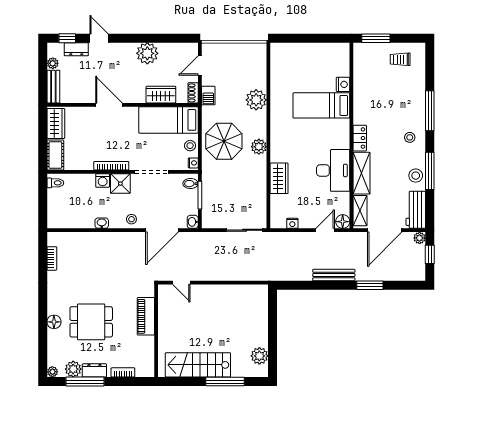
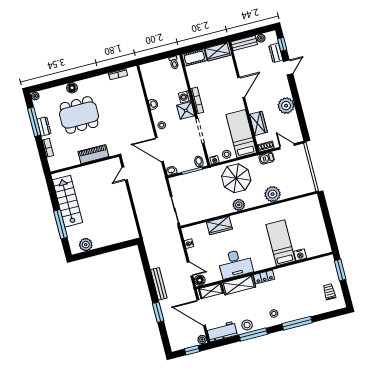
dining table: (91, 322) -> (79, 115), width x1.38
plant: (73, 369) -> (41, 111), removed

